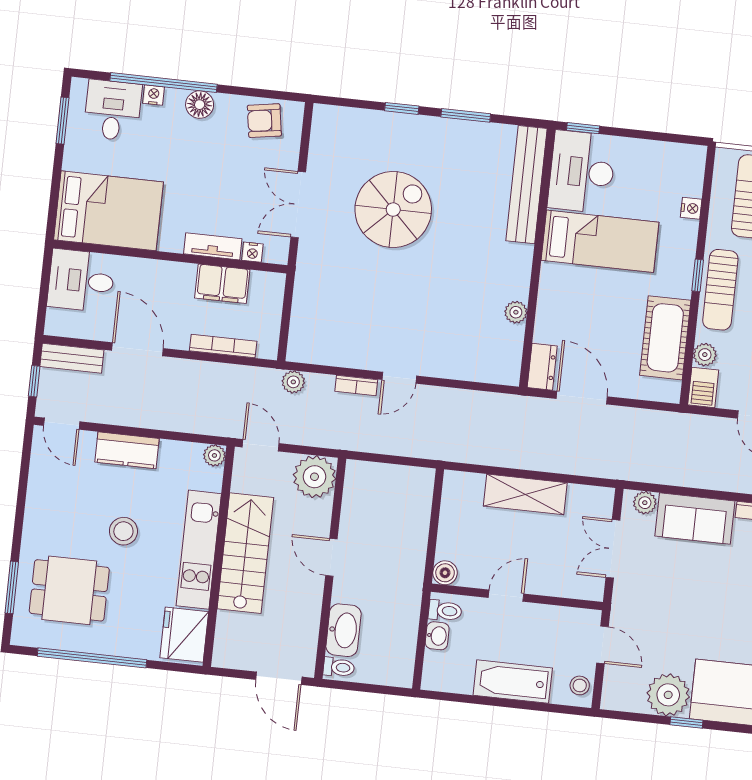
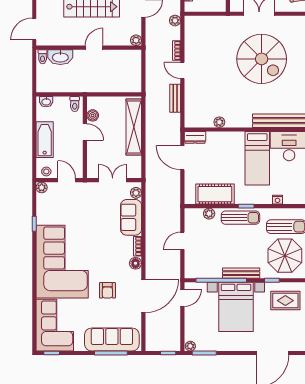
spiral stairs: (393, 210) -> (262, 59), width x1.37, depth x1.37
sun lounger: (720, 290) -> (240, 218), turned 180
barbecue: (703, 387) -> (193, 215), removed
door: (582, 398) -> (182, 158), swing flipped
bench: (456, 399) -> (175, 98), added
plant: (314, 477) -> (136, 40), width x0.53, depth x0.53
shelving: (525, 494) -> (134, 127), width x1.47
boiler: (445, 573) -> (93, 115), moved
washbasin: (437, 636) -> (46, 102), moved
door: (602, 645) -> (67, 180), swing flipped
plant: (668, 695) -> (42, 188), moved, width x0.53, depth x0.53

